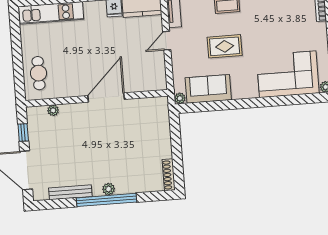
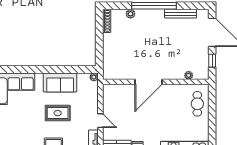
door: (167, 41) -> (100, 121), hinge flipped
sofa: (208, 89) -> (60, 82), moved
plant: (109, 189) -> (131, 14), moved

